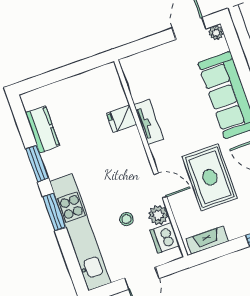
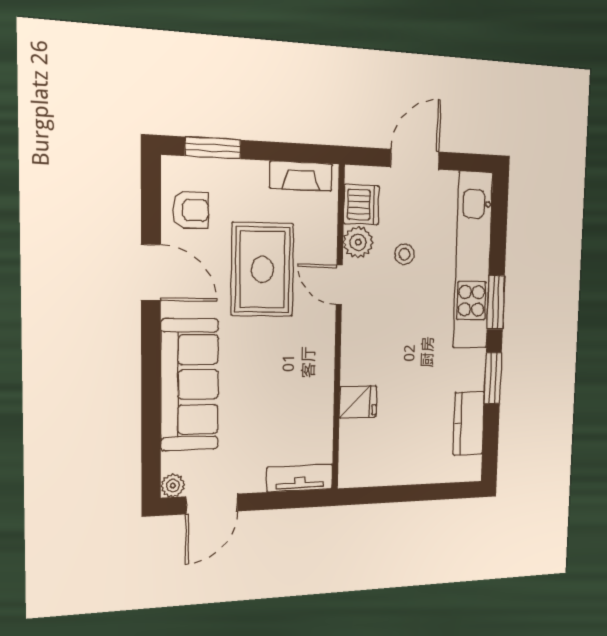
tv unit: (149, 122) -> (300, 478), moved, turned 90

